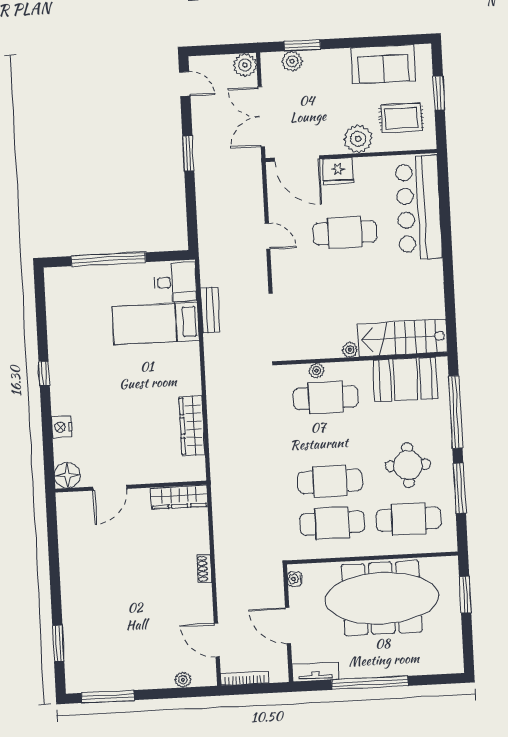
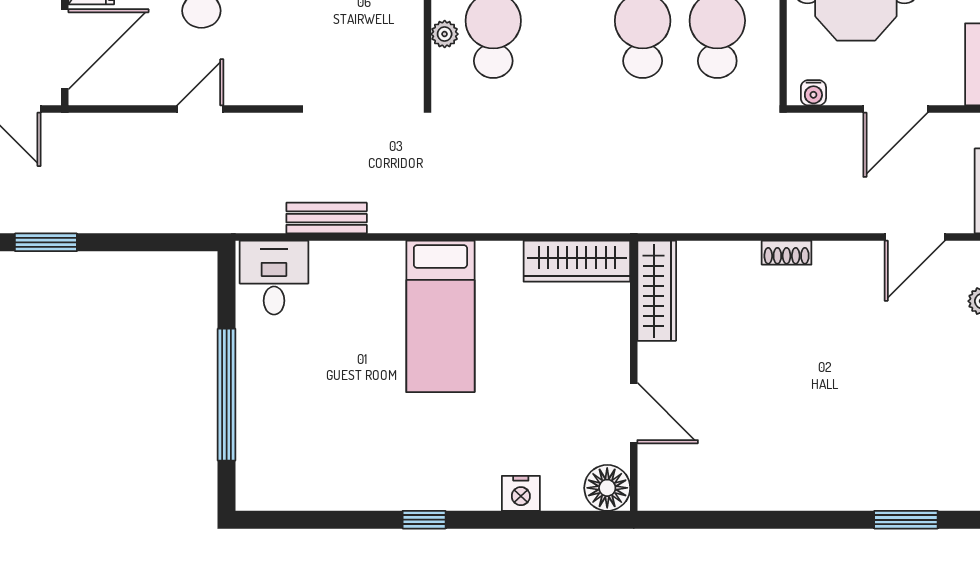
bed: (156, 323) -> (440, 316), moved
wardrobe: (192, 426) -> (577, 261), moved

